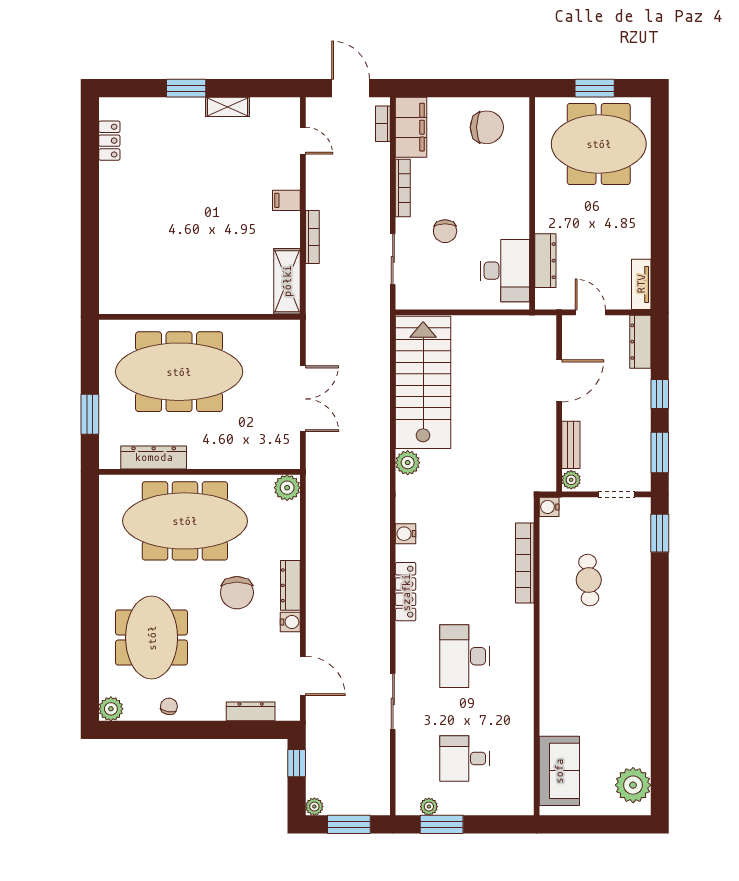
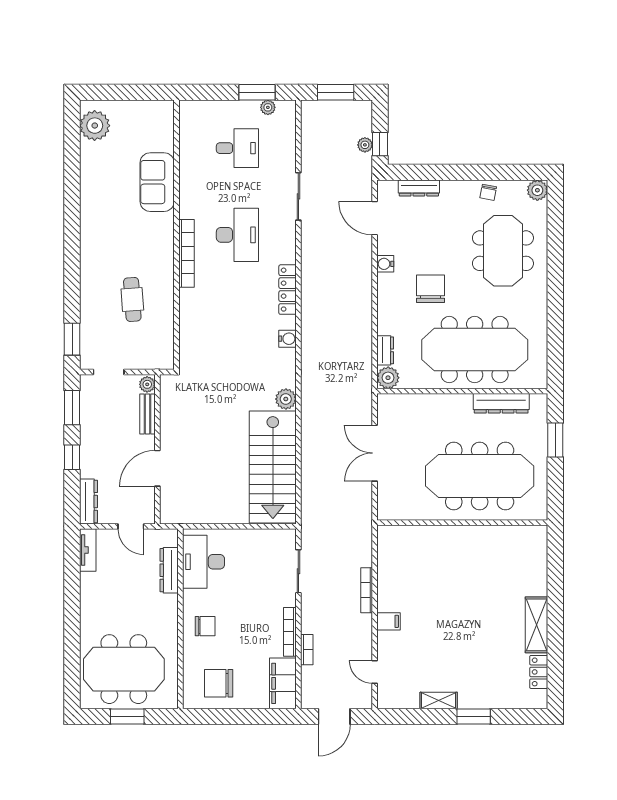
door: (351, 88) -> (334, 717), hinge flipped
bookcase: (383, 124) -> (307, 650), moved
chair: (445, 231) -> (205, 626), moved, turned 90
shelving: (287, 281) -> (536, 625), moved
water cooler: (549, 507) -> (166, 361), removed
bookcase: (525, 563) -> (186, 253), moved
dresser: (290, 585) -> (385, 350), moved, width x0.70
sofa: (559, 771) -> (157, 182), moved
plant: (314, 807) -> (365, 145), moved

